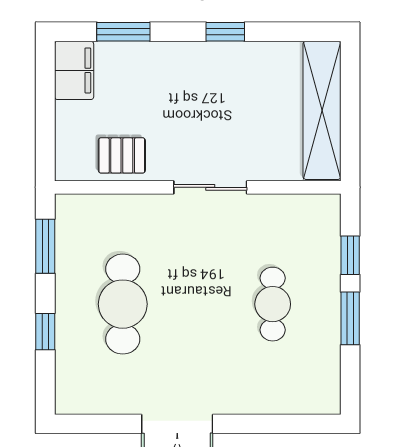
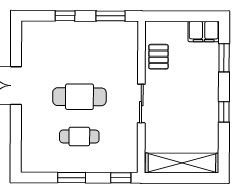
window: (350, 255) -> (121, 178), moved
cafe table: (123, 304) -> (79, 97), moved

